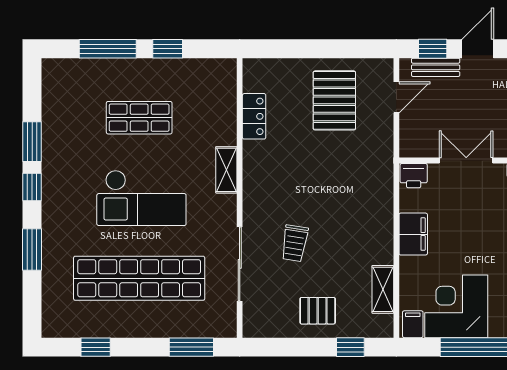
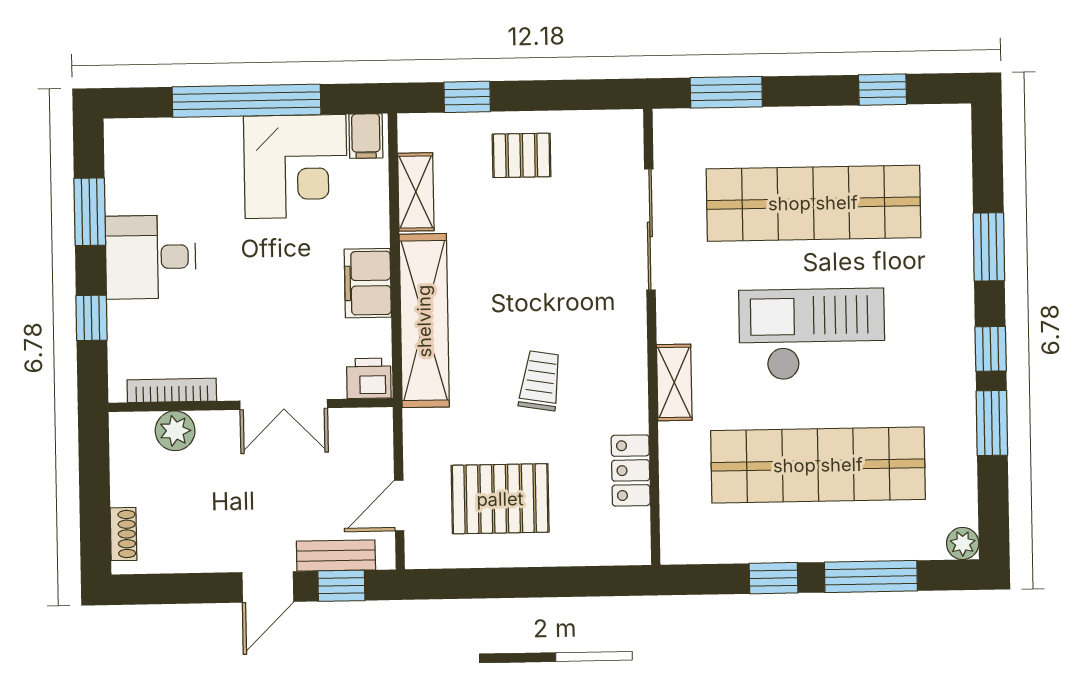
plant: (51, 68) -> (963, 543), added
pallet: (334, 100) -> (500, 499), turned 90
shop shelf: (139, 118) -> (818, 465), width x2.00, depth x1.36
shelving: (379, 210) -> (424, 321), added
trolley: (295, 243) -> (540, 381), moved

